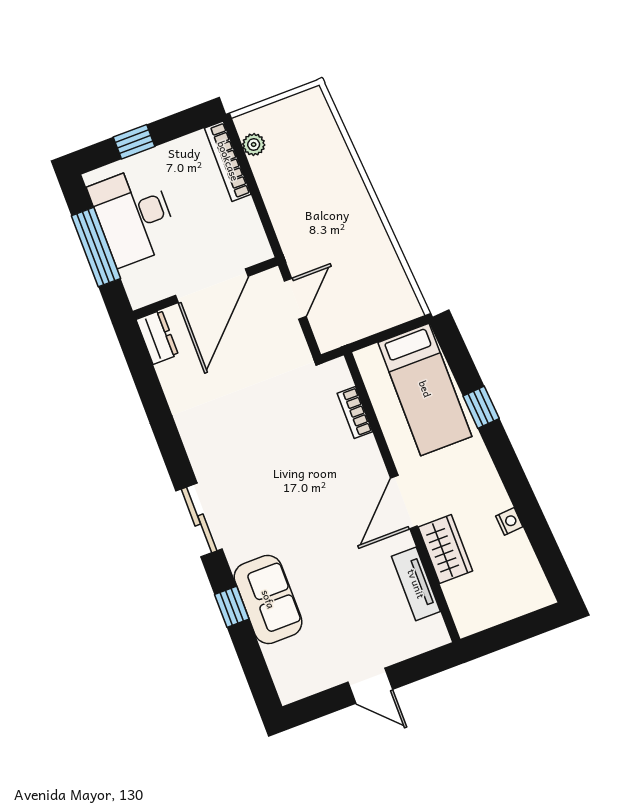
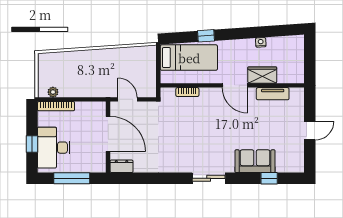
desk: (134, 216) -> (54, 148), moved, turned 90
window: (232, 607) -> (269, 178), moved

